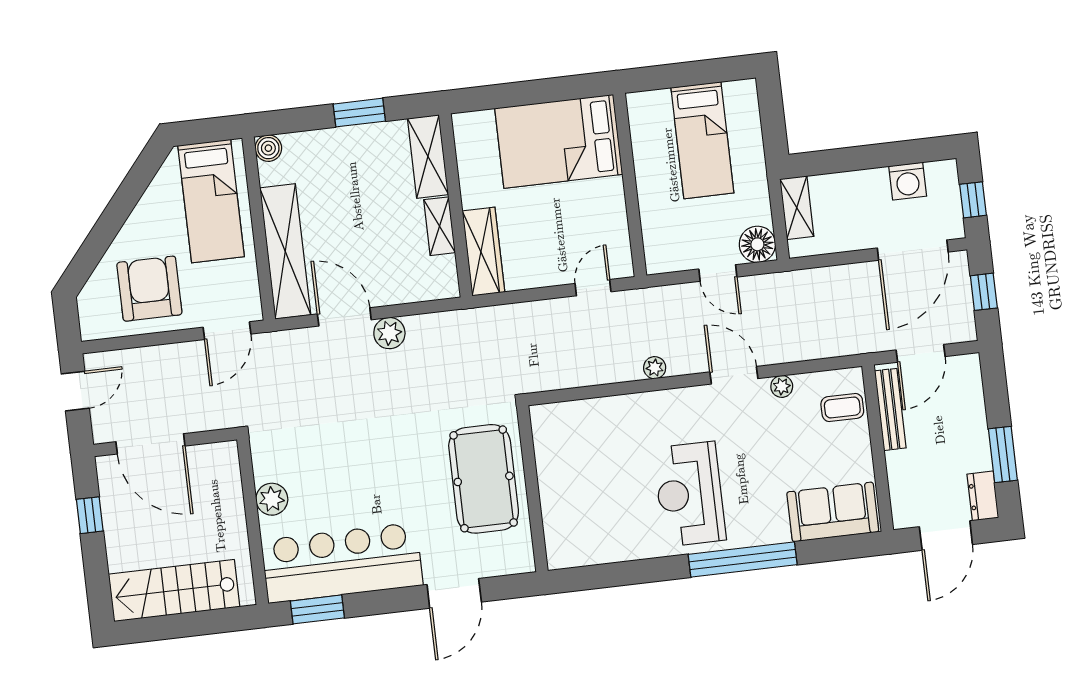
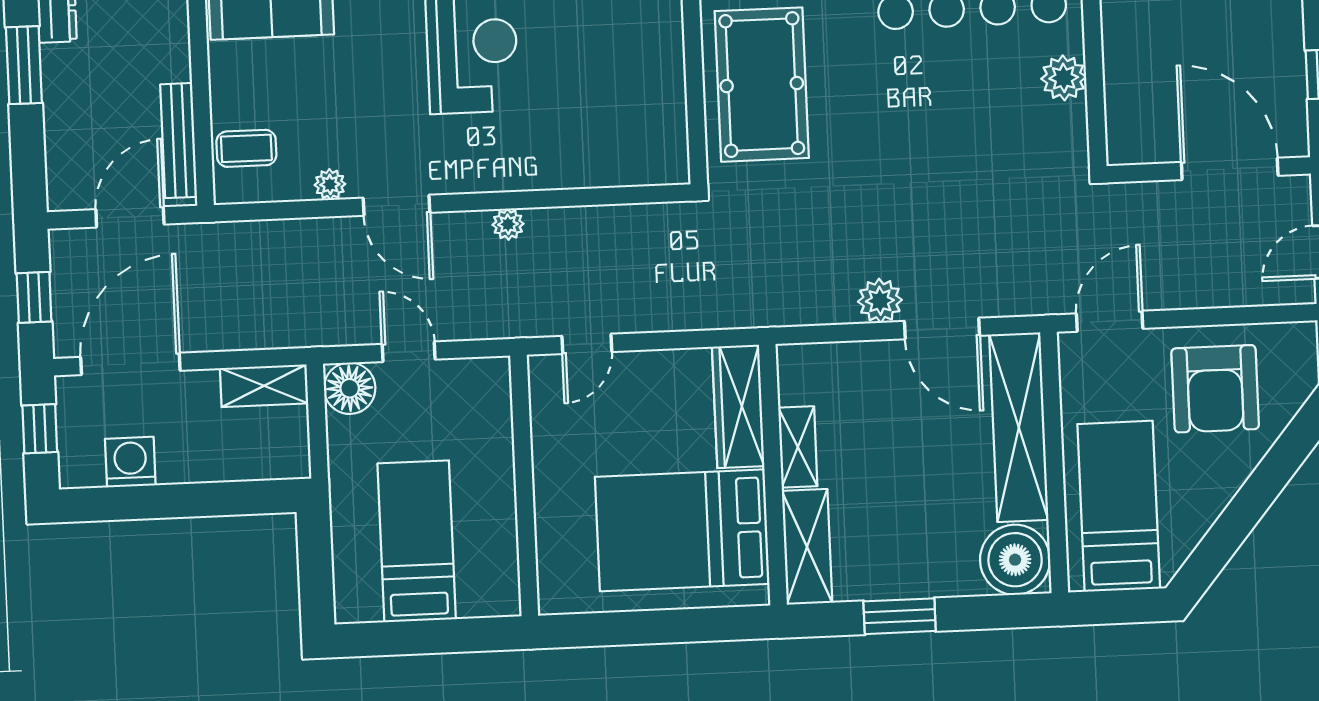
bed: (559, 141) -> (682, 530), moved, turned 180
boiler: (268, 148) -> (1015, 560), width x1.86, depth x1.86
shelving: (797, 208) -> (264, 386), moved, turned 90

